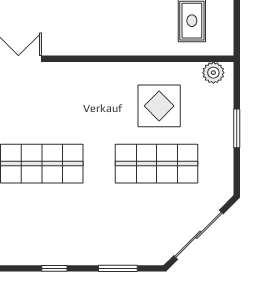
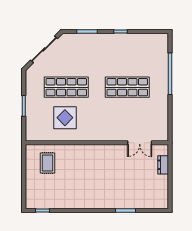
plant: (213, 73) -> (36, 135), removed

